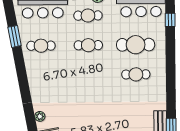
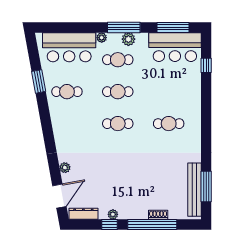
cafe table: (136, 45) -> (118, 124), moved, width x0.73, depth x0.74

